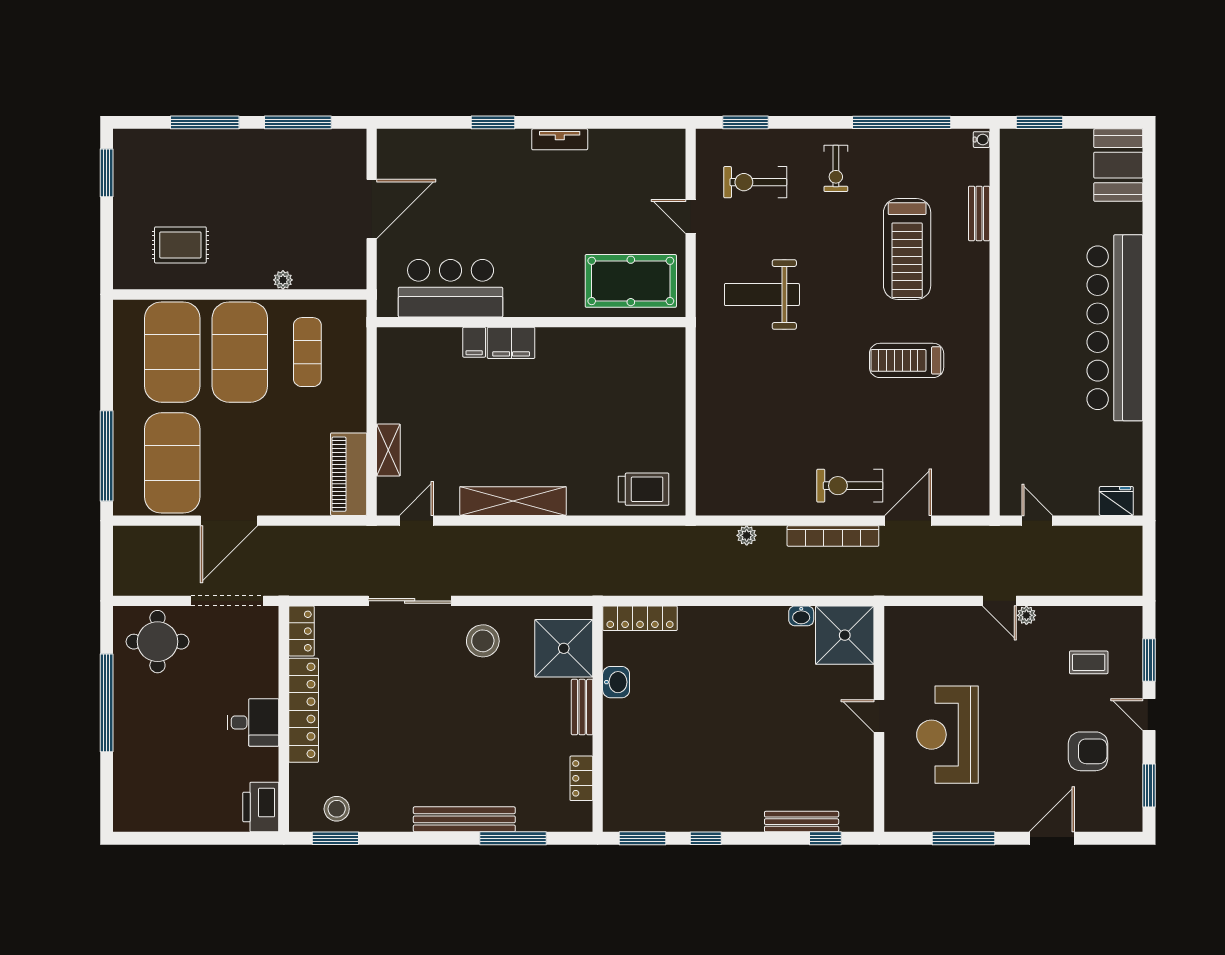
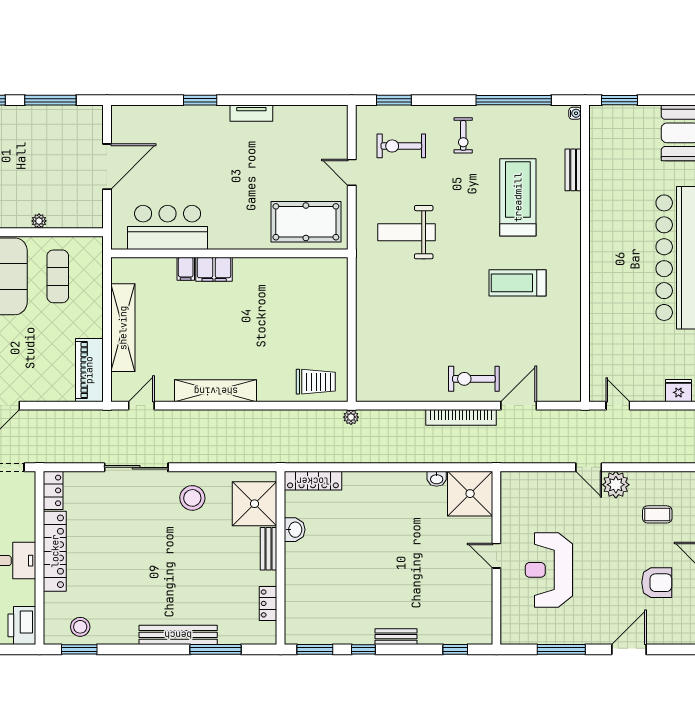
treadmill: (907, 249) -> (518, 197), turned 180
shelving: (388, 450) -> (123, 328), width x2.20, depth x1.33
plant: (747, 535) -> (351, 417), moved
plant: (1026, 615) -> (616, 485), width x1.88, depth x1.88
bench: (802, 822) -> (396, 637), moved, width x0.73

